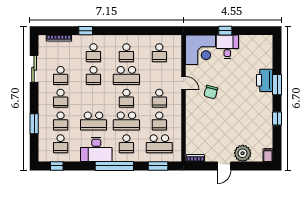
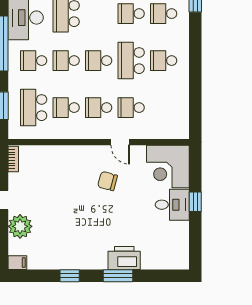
school desk: (159, 53) -> (131, 108), moved
door: (184, 83) -> (120, 142), hinge flipped
school desk: (126, 121) -> (66, 61), width x0.54

